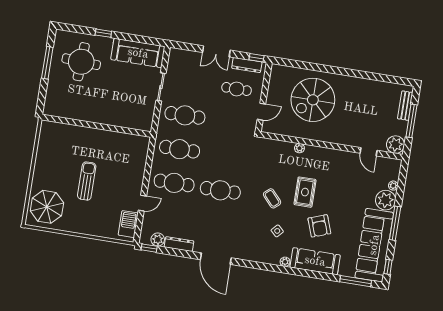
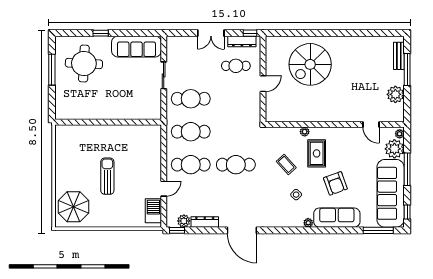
wall: (331, 146) -> (335, 125), moved
plant: (299, 148) -> (305, 132), moved
door: (369, 152) -> (371, 125), moved

